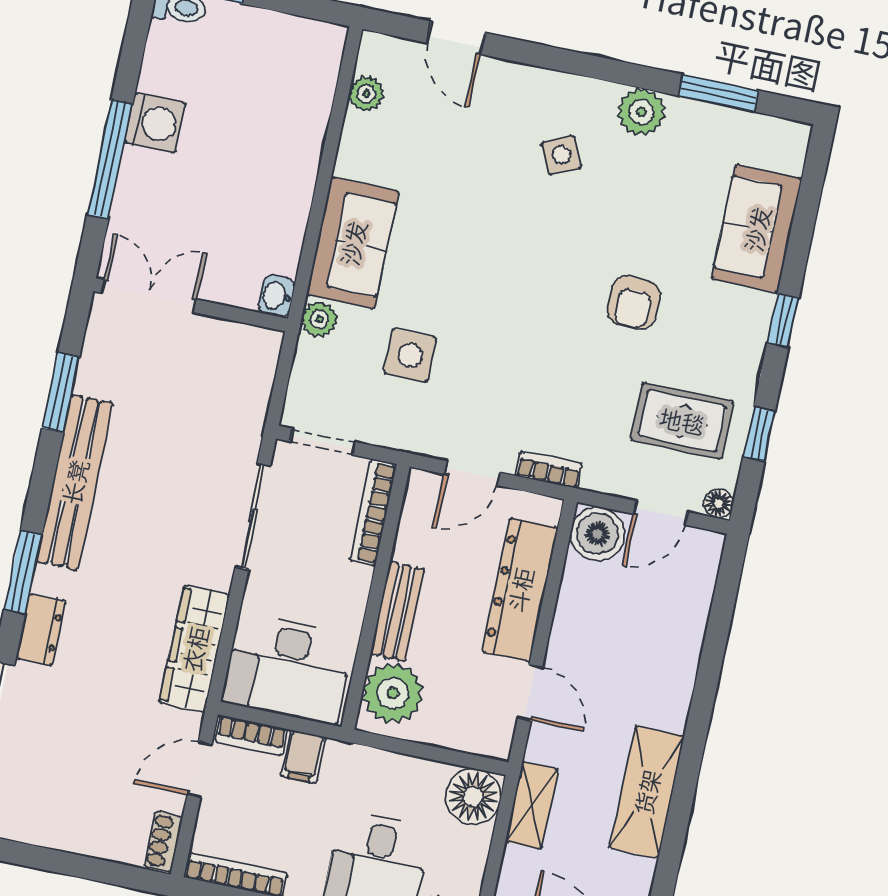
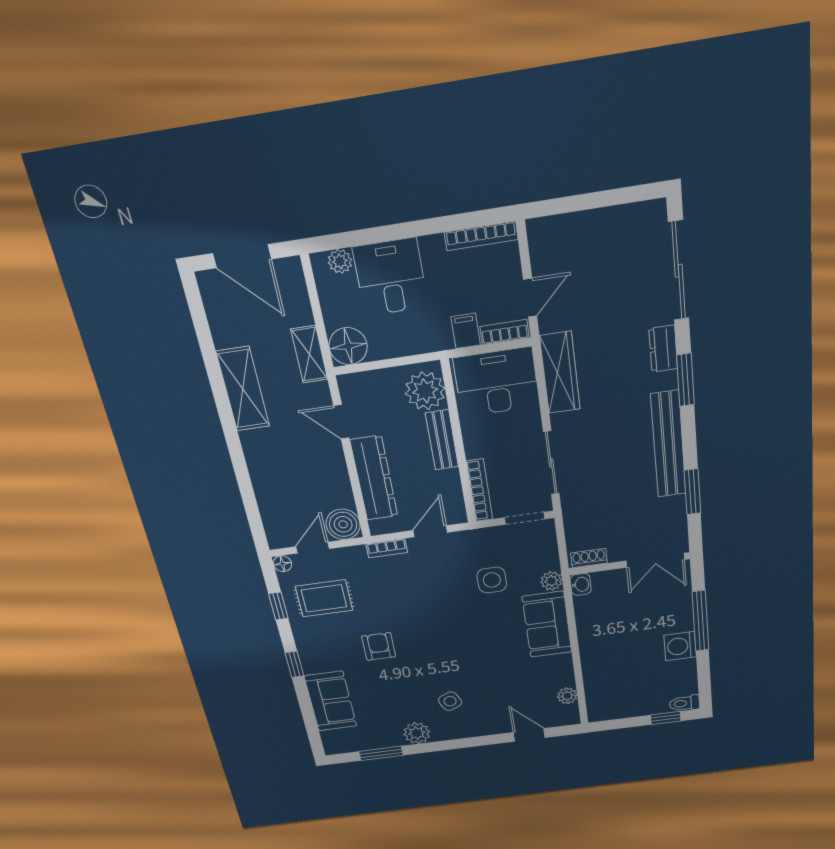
shoe rack: (164, 842) -> (589, 558), moved, turned -90

